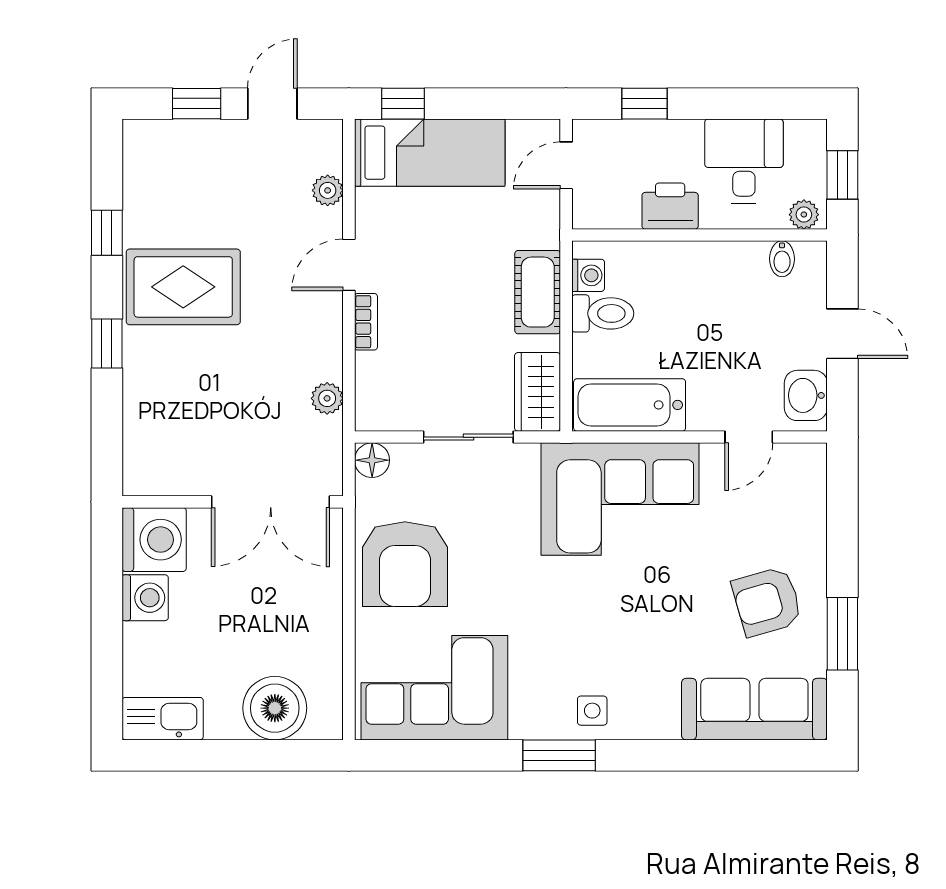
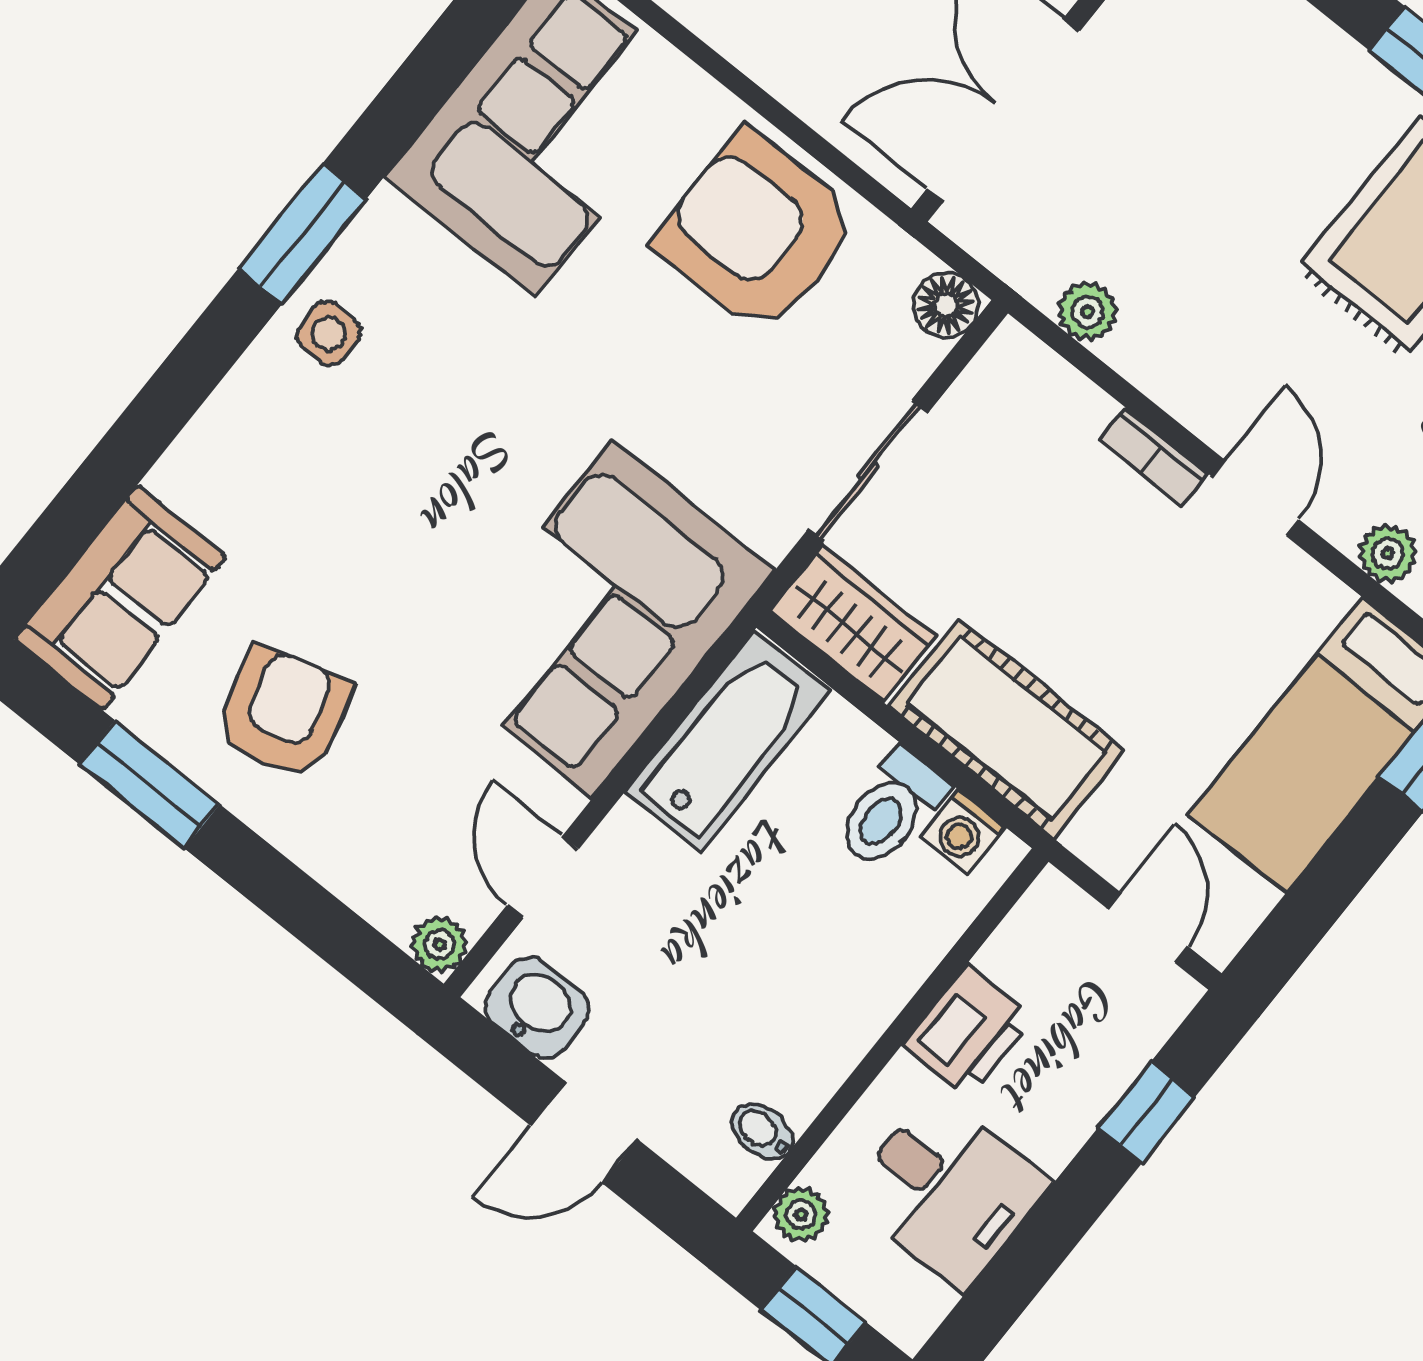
cot: (538, 292) -> (1006, 728), width x1.37, depth x1.34
plant: (812, 458) -> (439, 945), added
sofa: (754, 709) -> (120, 598), width x0.73

